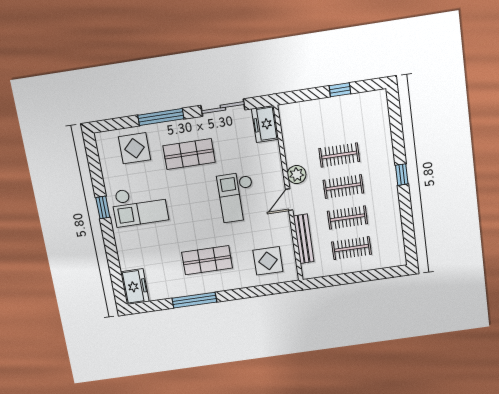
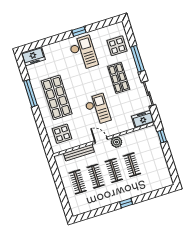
window: (340, 90) -> (162, 136), moved
checkout: (237, 197) -> (98, 109), turned 90
checkout: (140, 206) -> (83, 53), turned 180
shop shelf: (207, 260) -> (57, 97), width x1.43, depth x1.36

